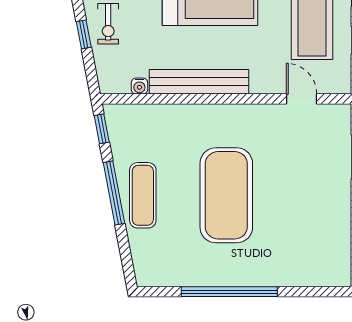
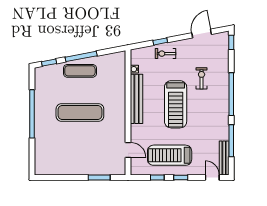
door: (302, 99) -> (128, 150), hinge flipped
window: (102, 129) -> (49, 63), moved
exercise mat: (226, 195) -> (80, 112), width x0.68

